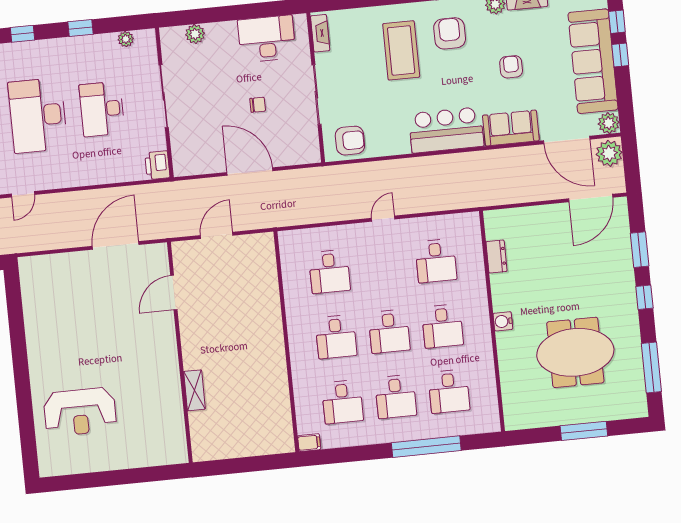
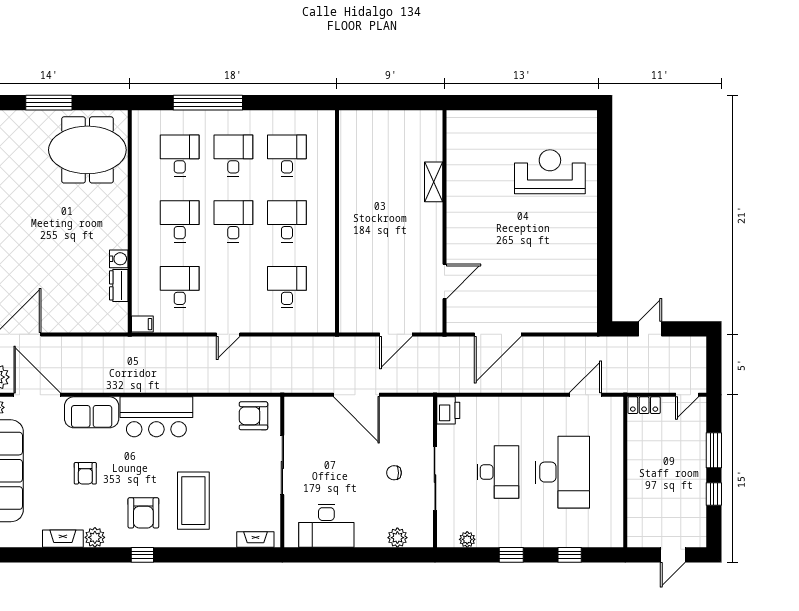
fireplace: (320, 33) -> (255, 540), moved, turned 90
chair: (258, 105) -> (394, 473), moved
door: (23, 194) -> (585, 395), width x1.37
water cooler: (503, 321) -> (119, 259), moved
meeting table: (575, 352) -> (87, 150), moved
filing cabinet: (309, 443) -> (142, 324), moved, turned 180

